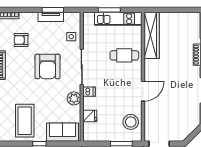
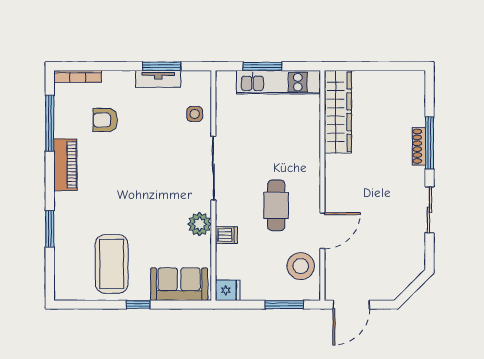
cafe table: (124, 55) -> (276, 205), moved, turned 90
armchair: (47, 66) -> (152, 167), removed
door: (143, 91) -> (322, 231), moved
dishwasher: (89, 92) -> (226, 235), moved
fridge: (90, 116) -> (228, 290), moved

